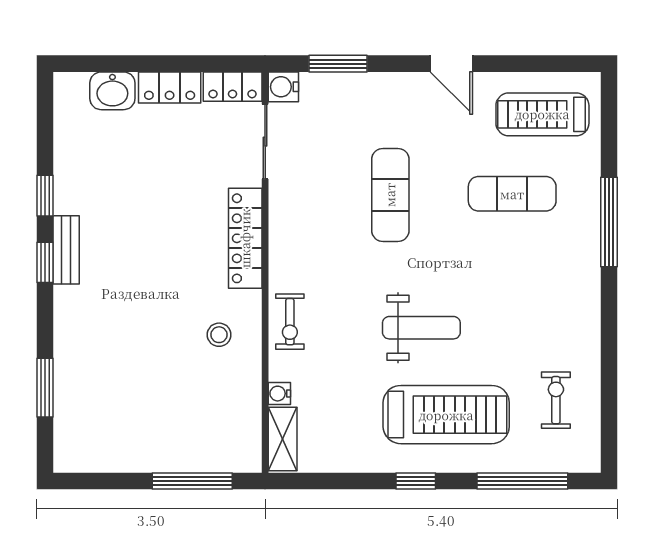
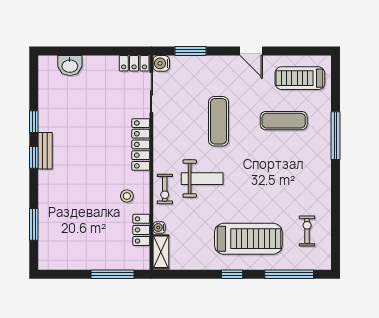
locker: (170, 87) -> (141, 230), moved, turned 90
weight bench: (421, 328) -> (202, 179), moved

